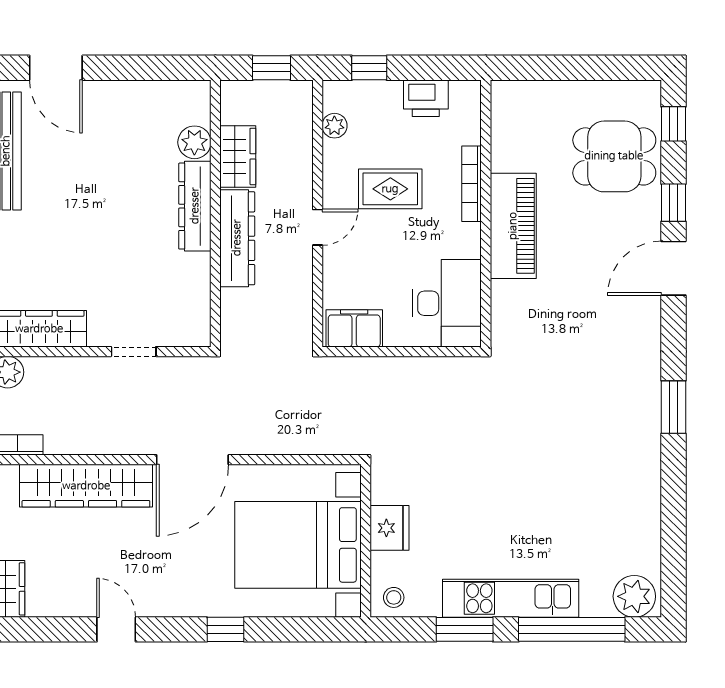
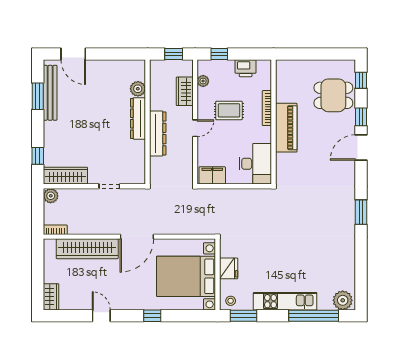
wardrobe: (238, 156) -> (185, 91), moved, turned 180
window: (465, 629) -> (244, 316), moved

